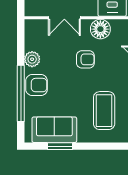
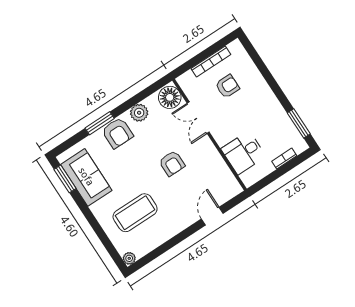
floor lamp: (100, 29) -> (170, 97), moved
window: (21, 93) -> (100, 123), width x0.47
window: (60, 146) -> (65, 179), moved

